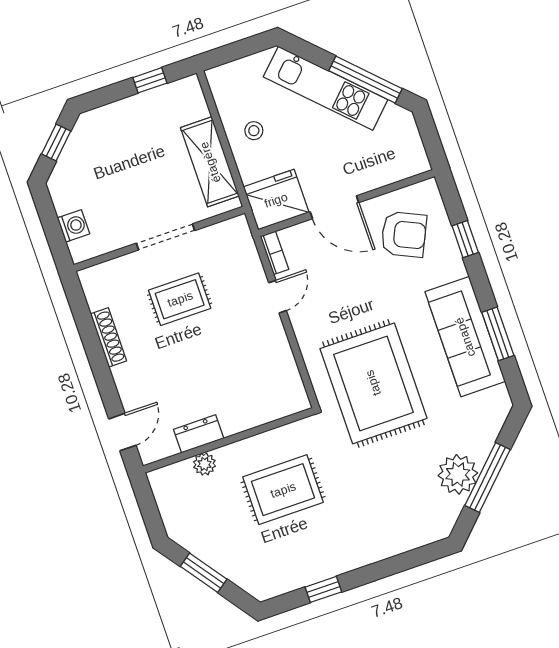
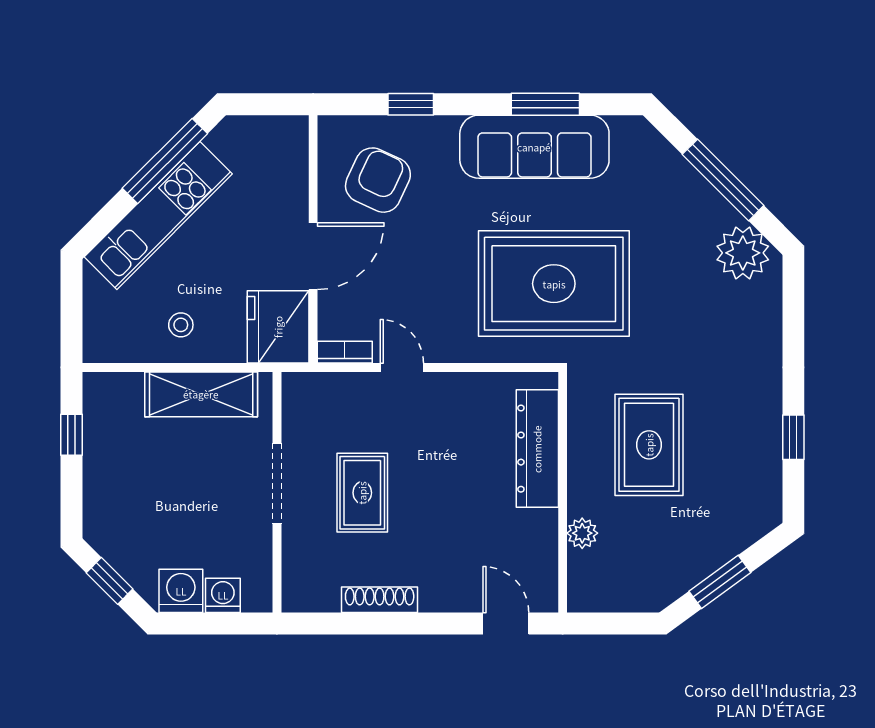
washing machine: (67, 195) -> (181, 591), added
dresser: (199, 434) -> (537, 449), moved, width x1.96, depth x1.24
plant: (458, 474) -> (743, 253), moved

